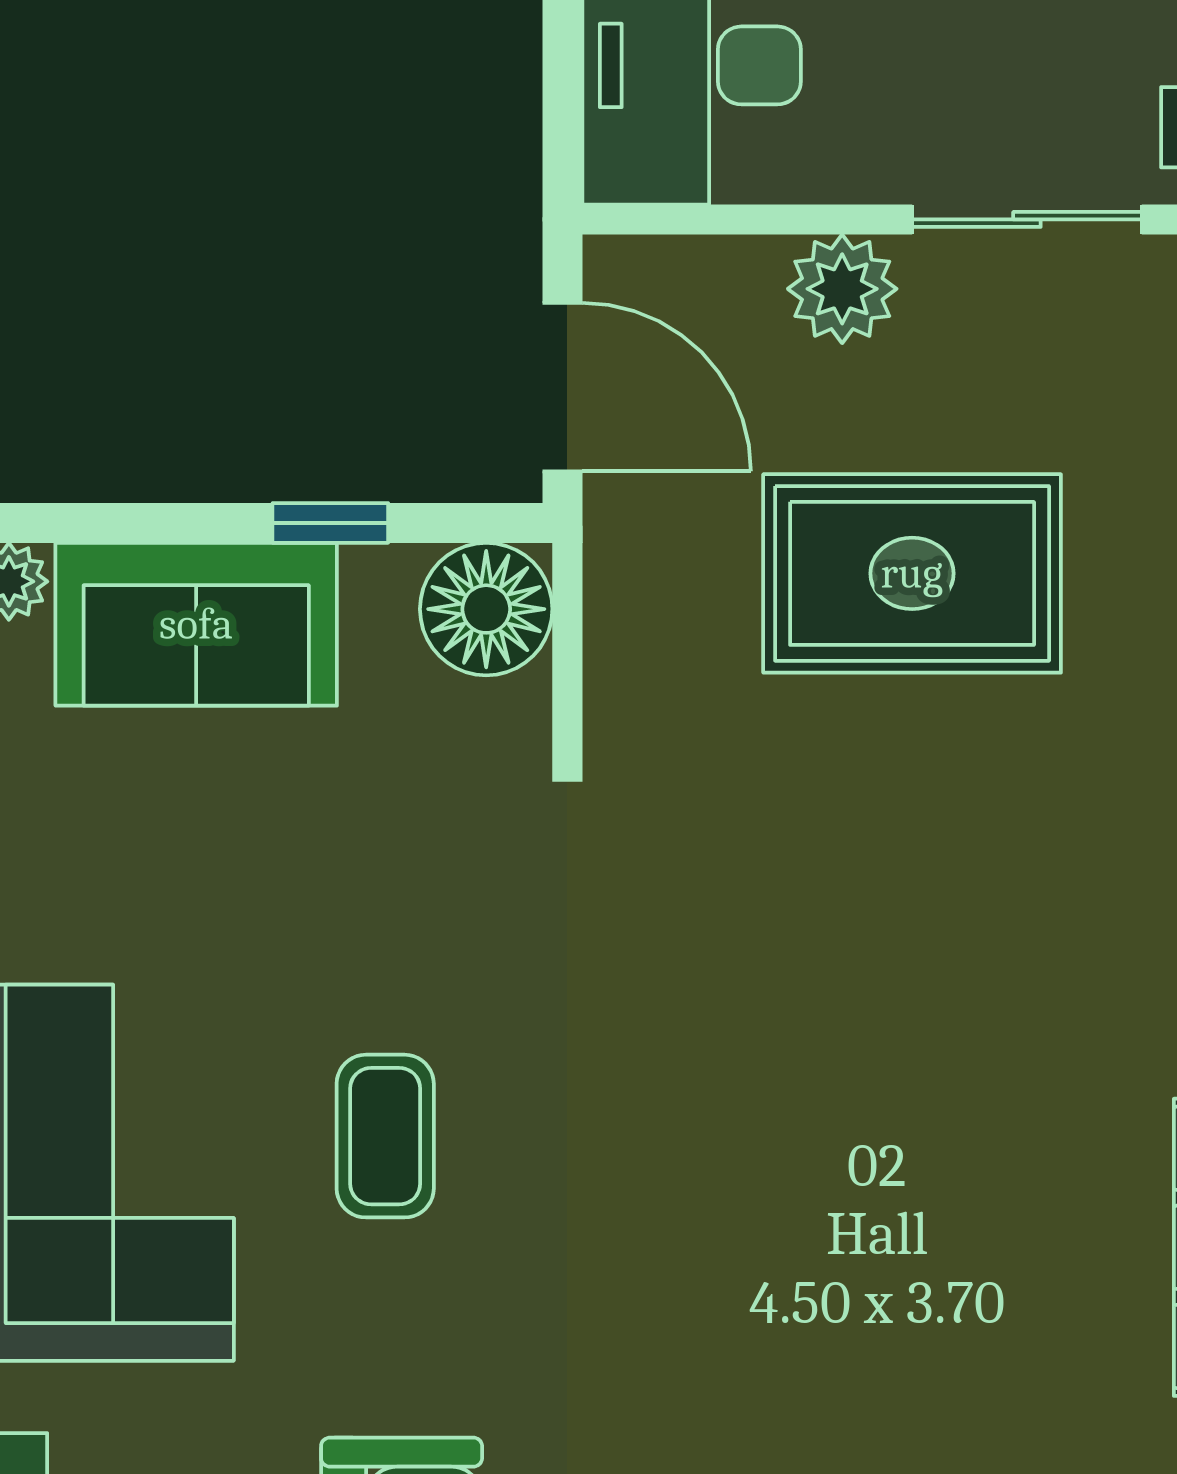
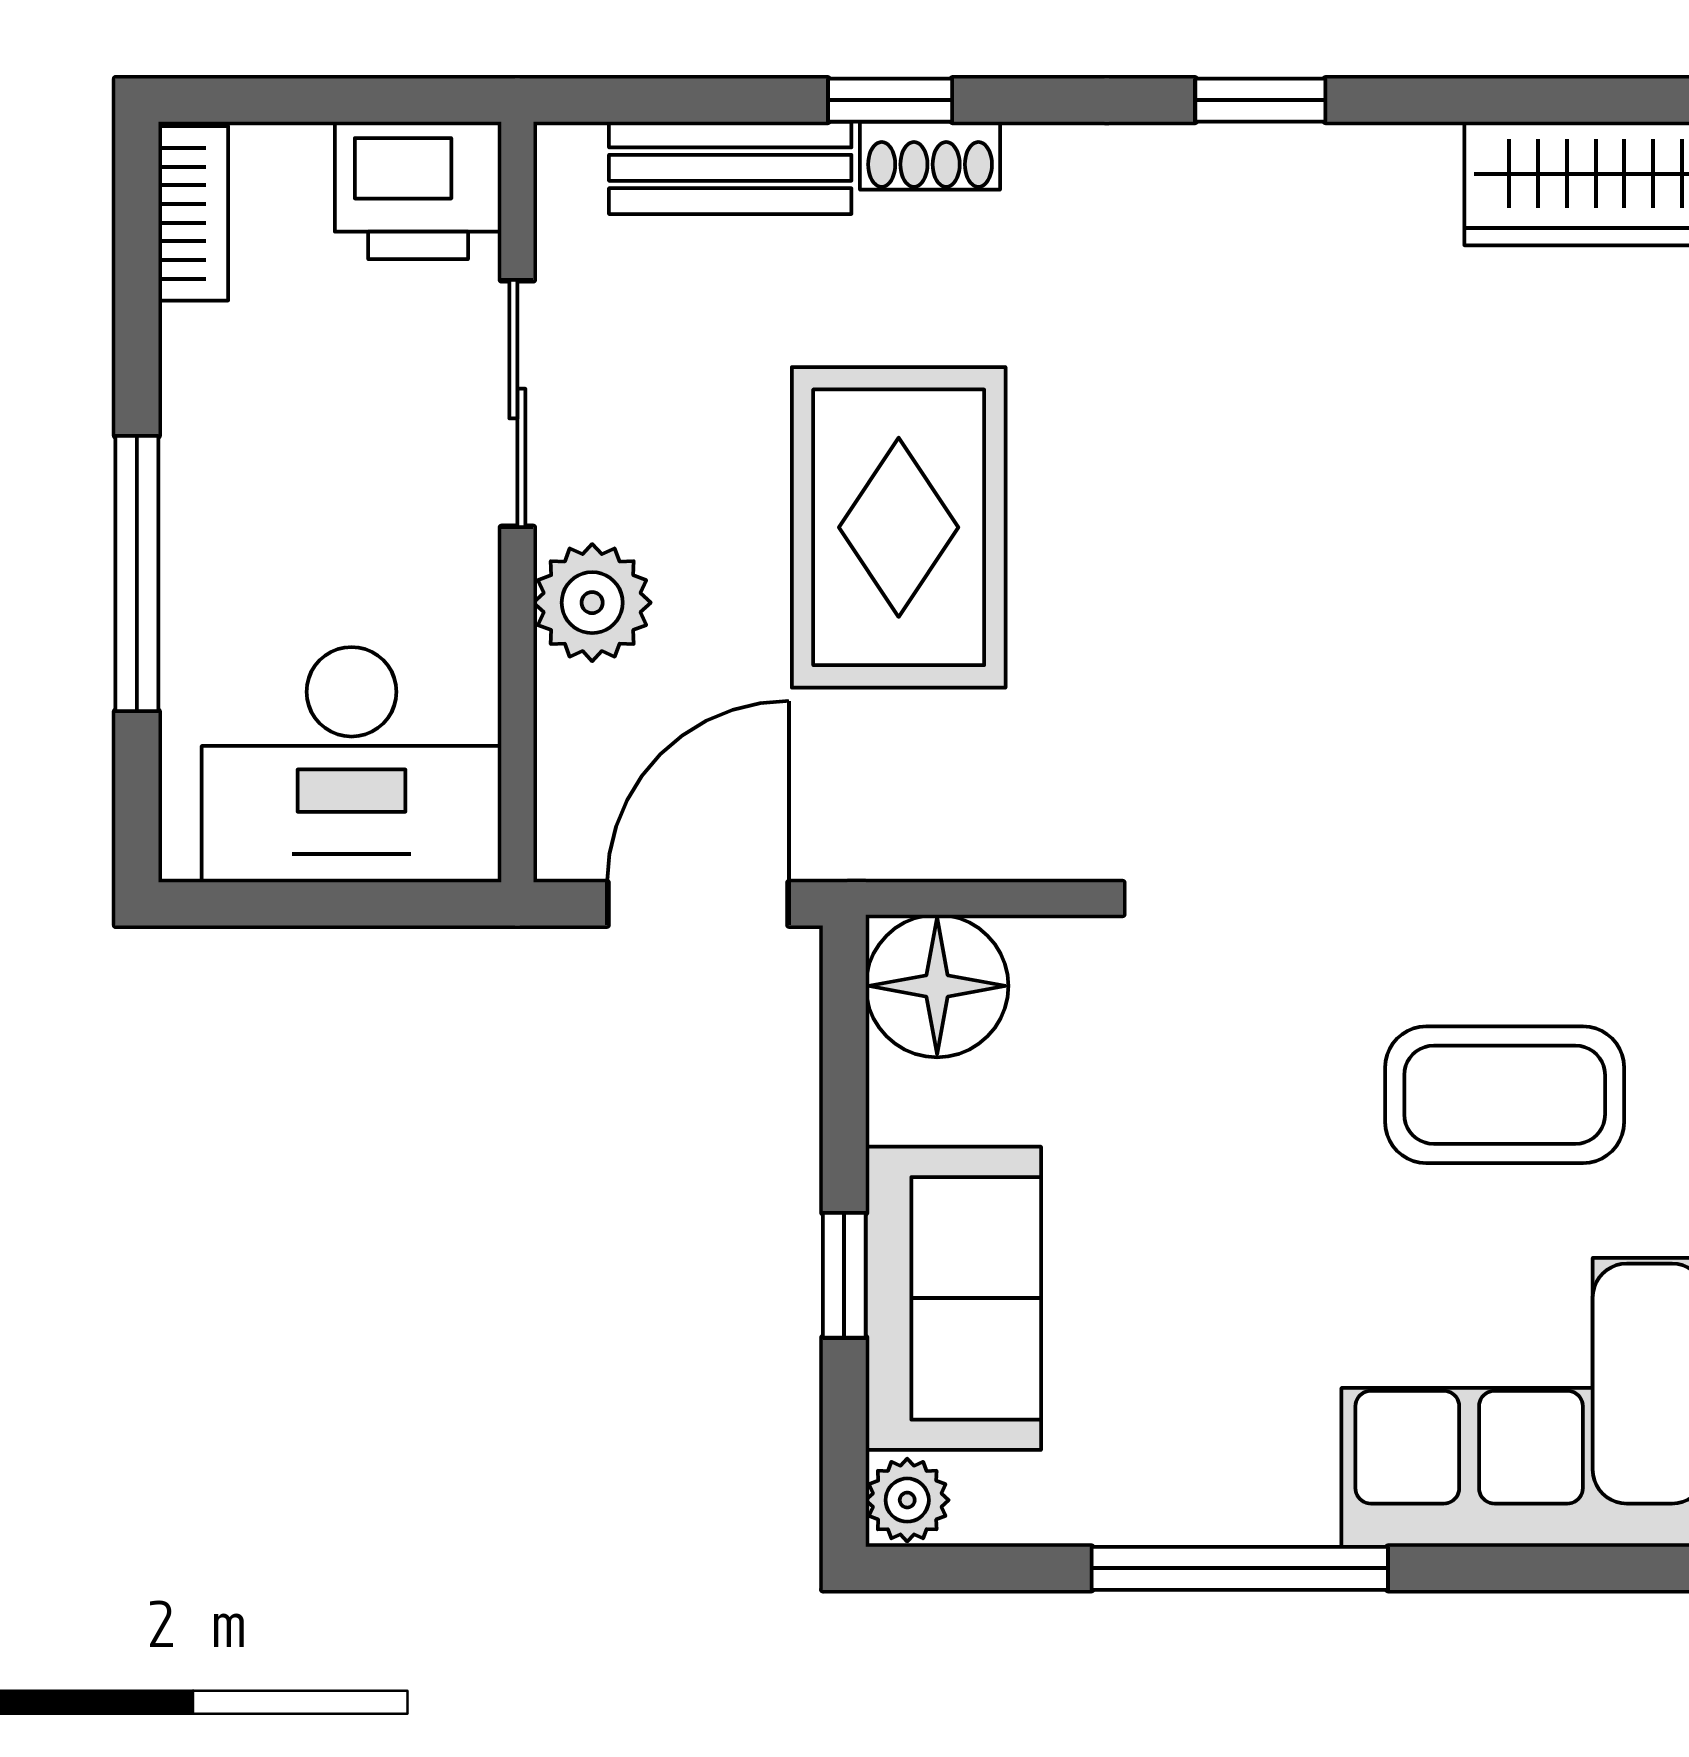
window: (330, 523) -> (844, 1275), moved
coffee table: (385, 1136) -> (1505, 1095), width x1.36, depth x1.30

